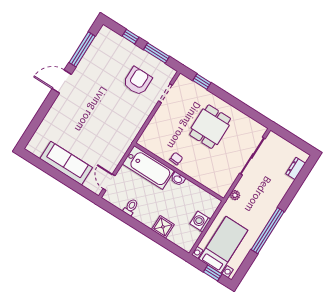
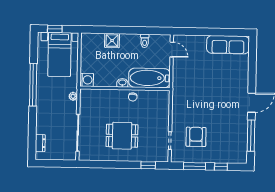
armchair: (137, 81) -> (196, 137), turned 180
dining table: (210, 127) -> (122, 136), turned 90
sofa: (66, 163) -> (228, 45), moved
washing machine: (200, 221) -> (87, 80), moved

